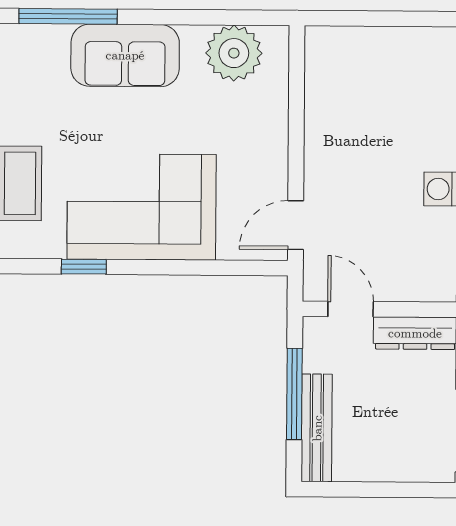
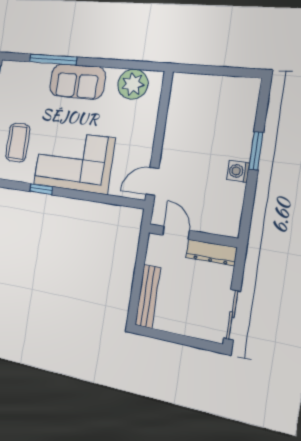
window: (294, 394) -> (138, 275), removed

